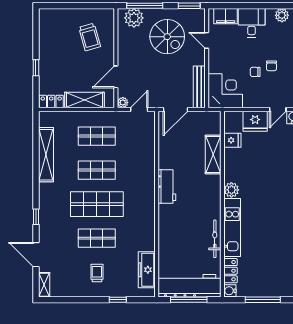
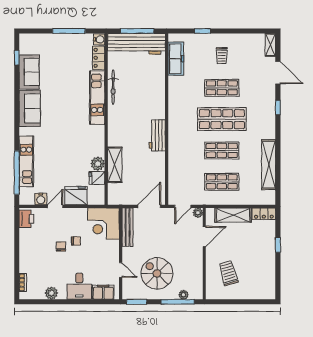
plant: (134, 18) -> (184, 295), width x0.53, depth x0.53
plant: (231, 190) -> (98, 164), moved

